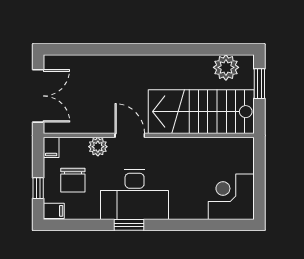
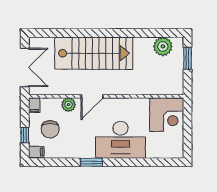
stairs: (201, 112) -> (94, 53), moved, turned 180
door: (130, 135) -> (92, 96), swing flipped
desk: (135, 194) -> (120, 140), moved
corner desk: (231, 197) -> (167, 115), moved, turned 180

